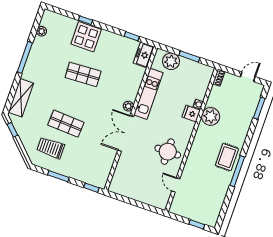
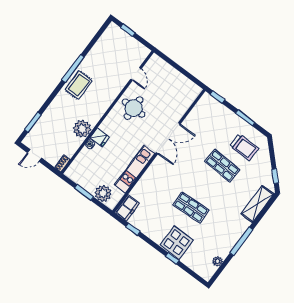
plant: (128, 106) -> (157, 163), removed

